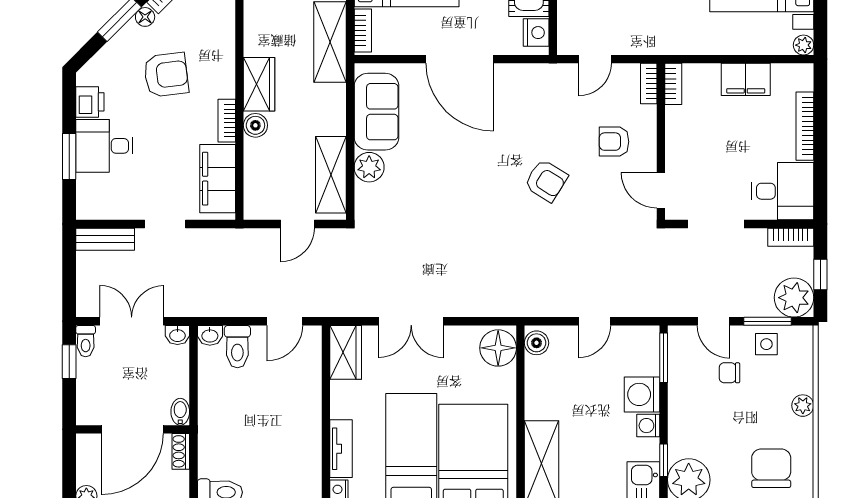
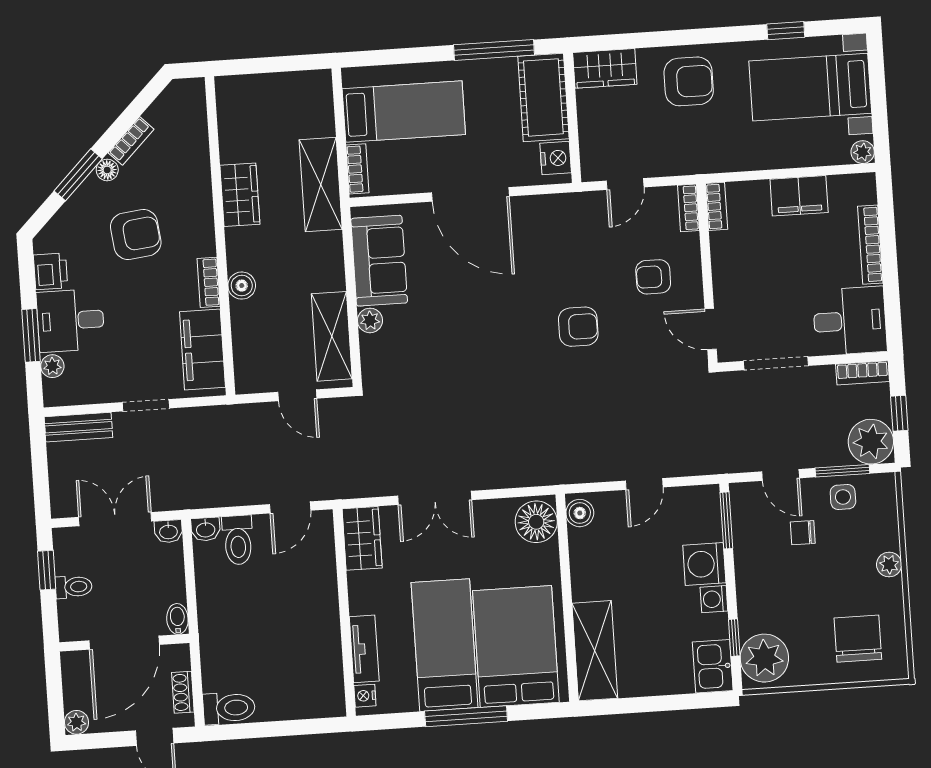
wardrobe: (259, 84) -> (240, 195), moved
plant: (369, 167) -> (370, 320), width x0.73, depth x0.73
armchair: (546, 181) -> (578, 327), turned -32
plant: (86, 185) -> (52, 366), added
door: (298, 224) -> (297, 395), hinge flipped
toilet: (86, 341) -> (74, 587), moved, turned -90
shoe rack: (181, 451) -> (183, 692), moved

